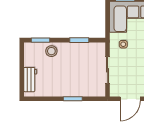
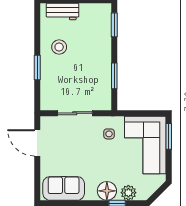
stool: (51, 51) -> (59, 47), moved

